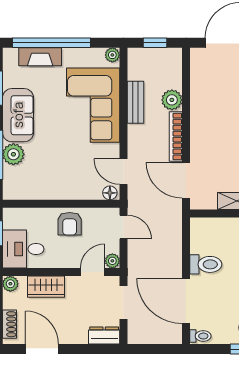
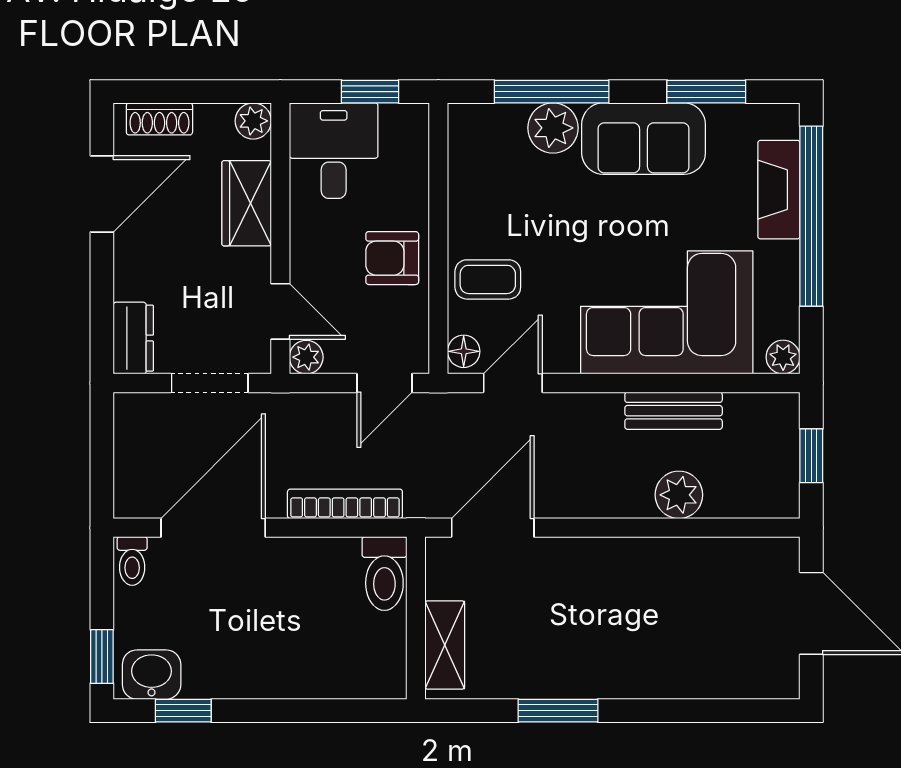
bookcase: (176, 137) -> (345, 504), moved
coffee table: (79, 182) -> (488, 279), added
toilet: (206, 264) -> (384, 574), moved

